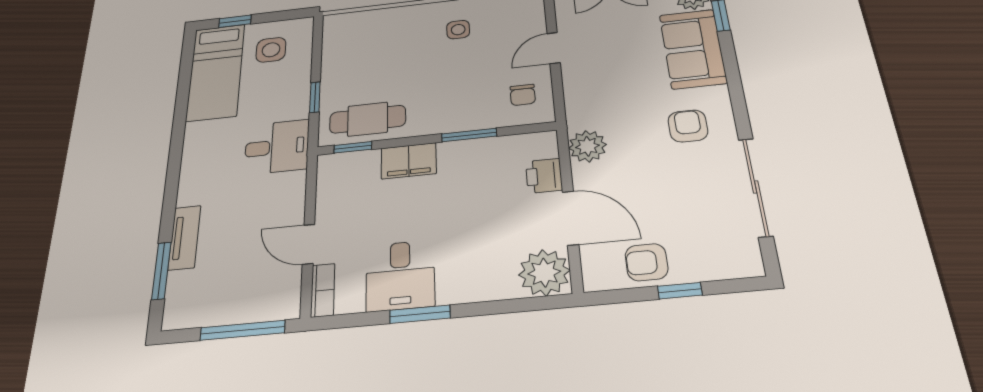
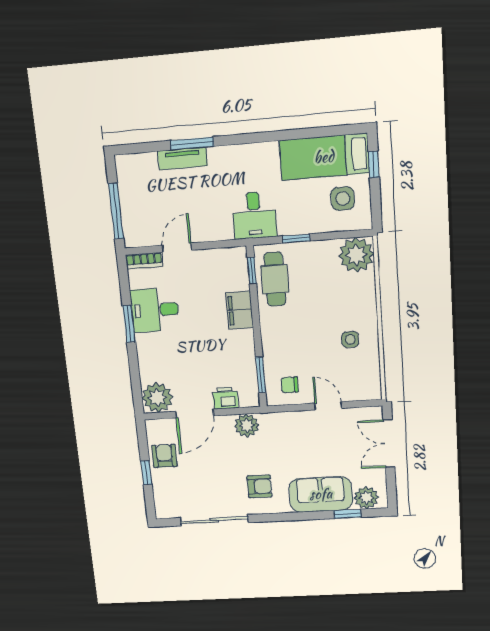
plant: (345, 31) -> (356, 255), added
window: (469, 135) -> (261, 375), moved
window: (161, 271) -> (192, 143), moved

